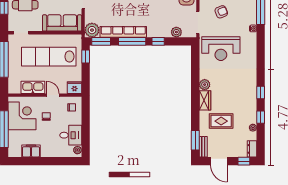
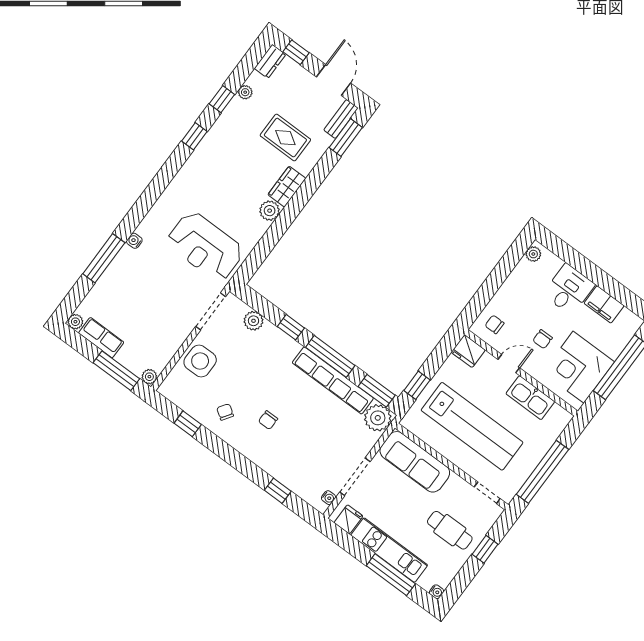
armchair: (221, 12) -> (164, 301), removed
reception desk: (221, 49) -> (205, 246), turned 180
door: (53, 95) -> (509, 364), swing flipped
desk: (71, 135) -> (569, 289), moved, turned 90

